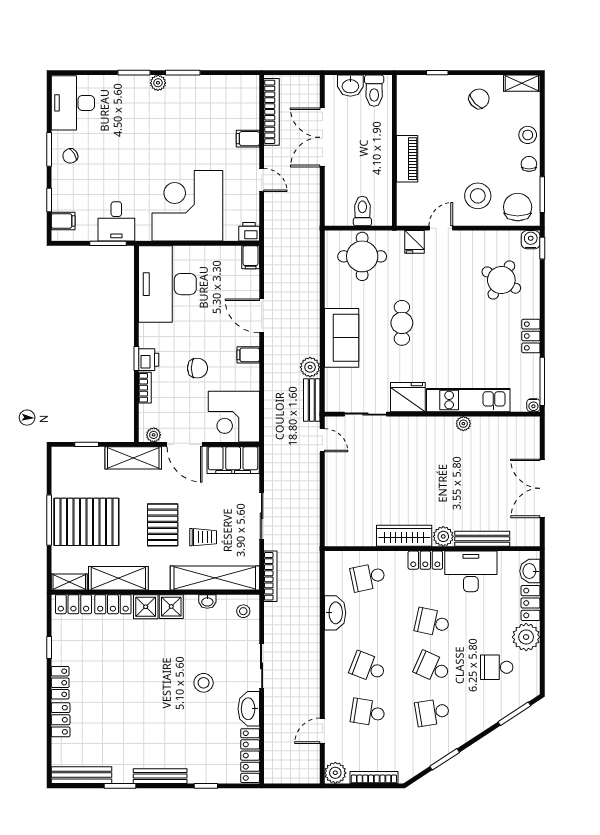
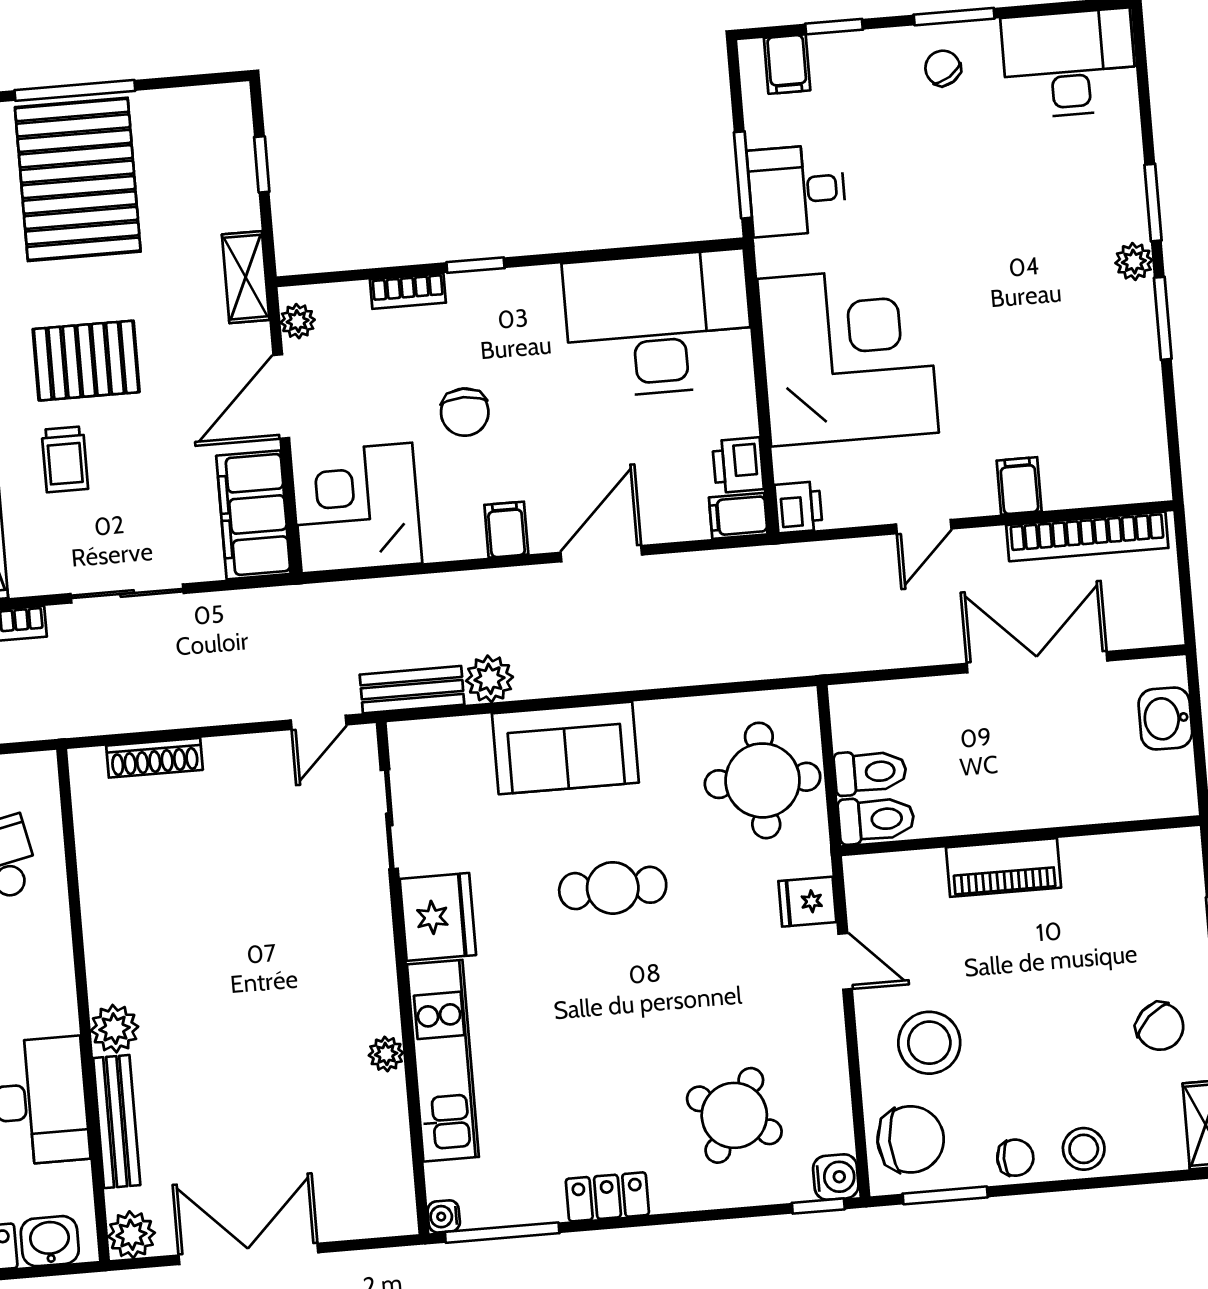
toilet: (374, 91) -> (876, 820), moved, turned 180
printer: (149, 360) -> (738, 465), moved, turned 90
shelving: (133, 458) -> (246, 277), width x0.67, depth x0.75
shoe rack: (331, 510) -> (154, 758), added
wardrobe: (404, 536) -> (108, 936), removed
plant: (530, 537) -> (131, 1235), added
locker: (425, 560) -> (55, 991), removed

